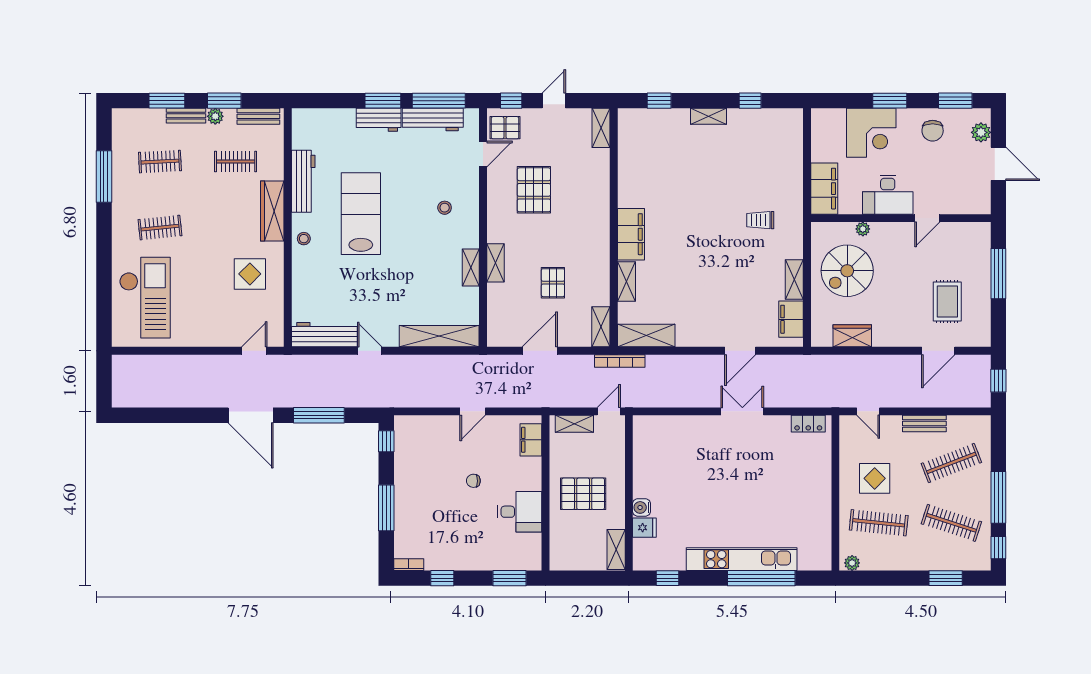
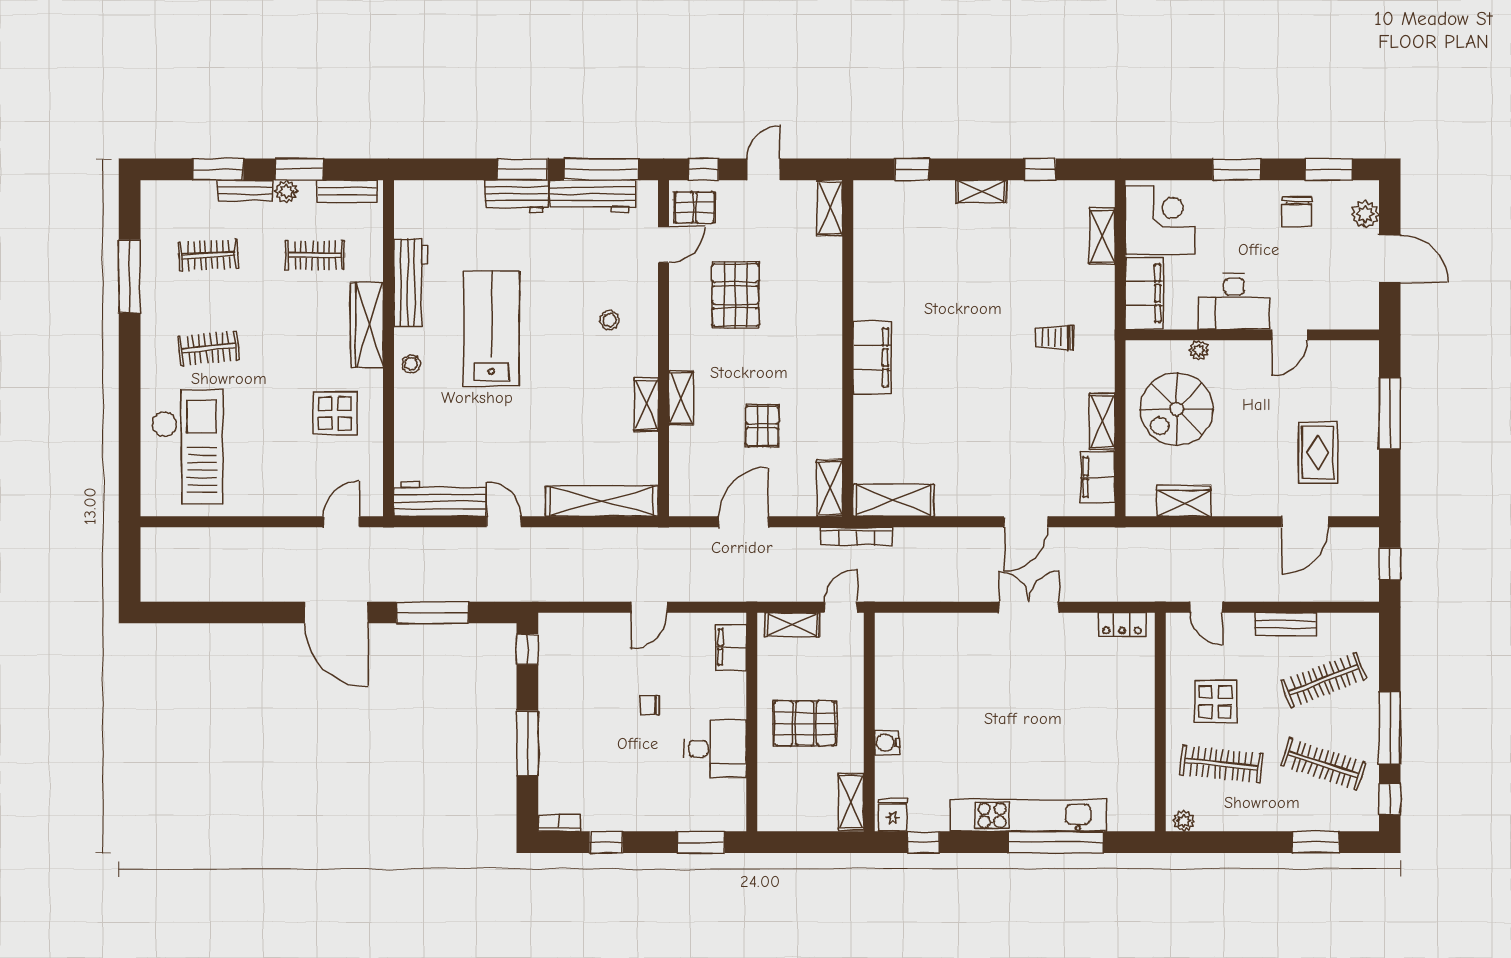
corner desk: (871, 133) -> (1160, 220), moved, turned -90
shelving: (626, 281) -> (1102, 236), moved
fridge: (644, 528) -> (893, 815), moved, turned -90

